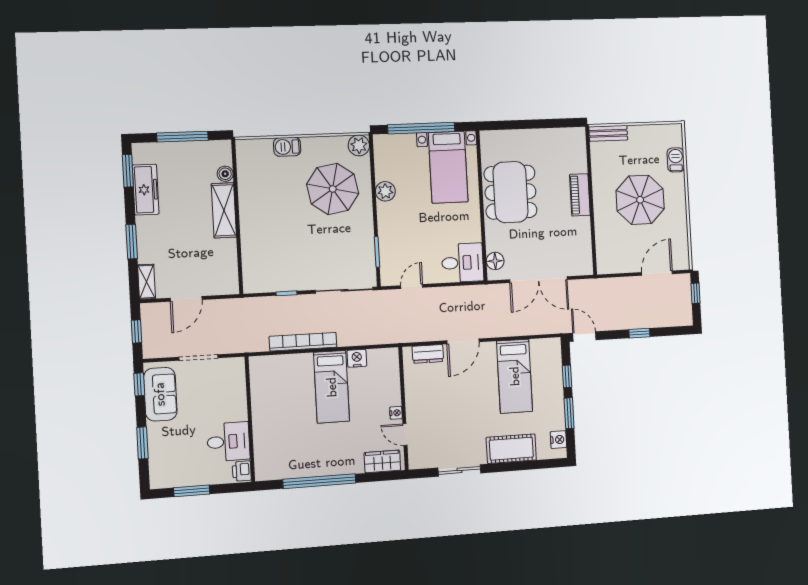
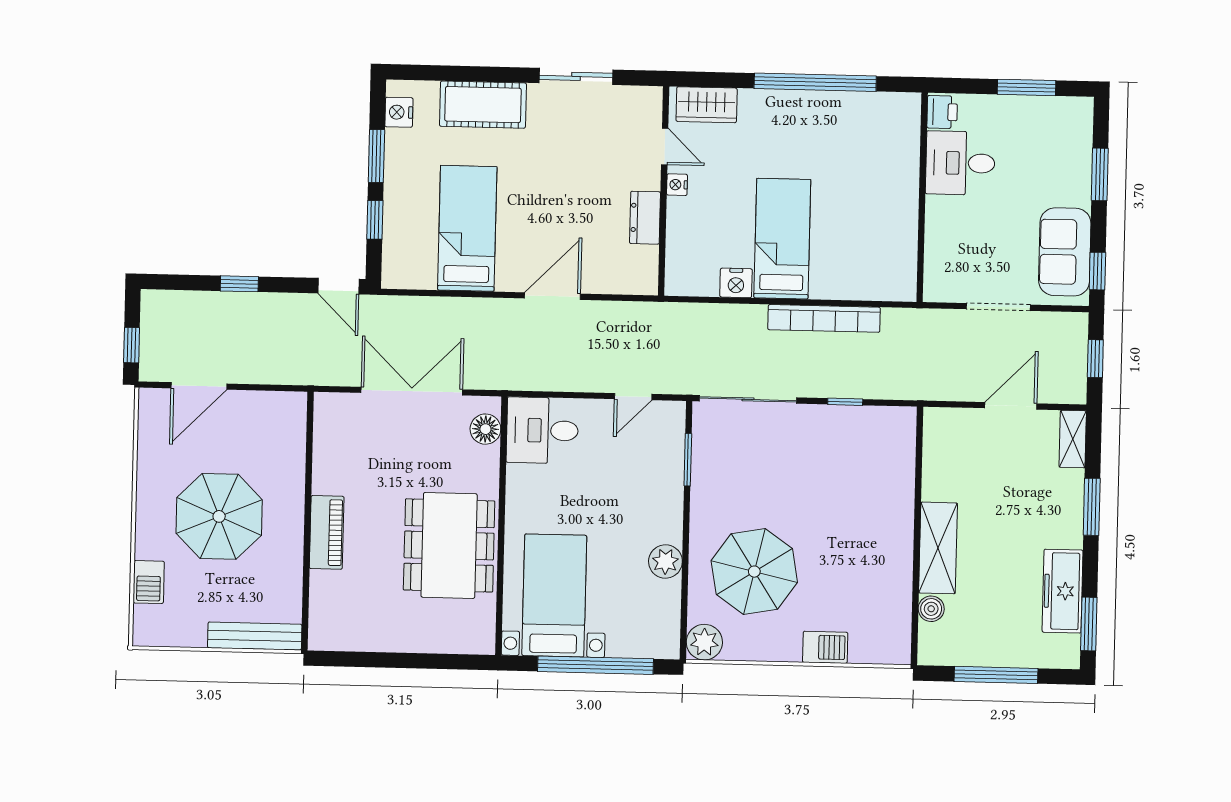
bench: (608, 133) -> (255, 636), width x1.36
dresser: (428, 354) -> (645, 218), moved, turned -90

